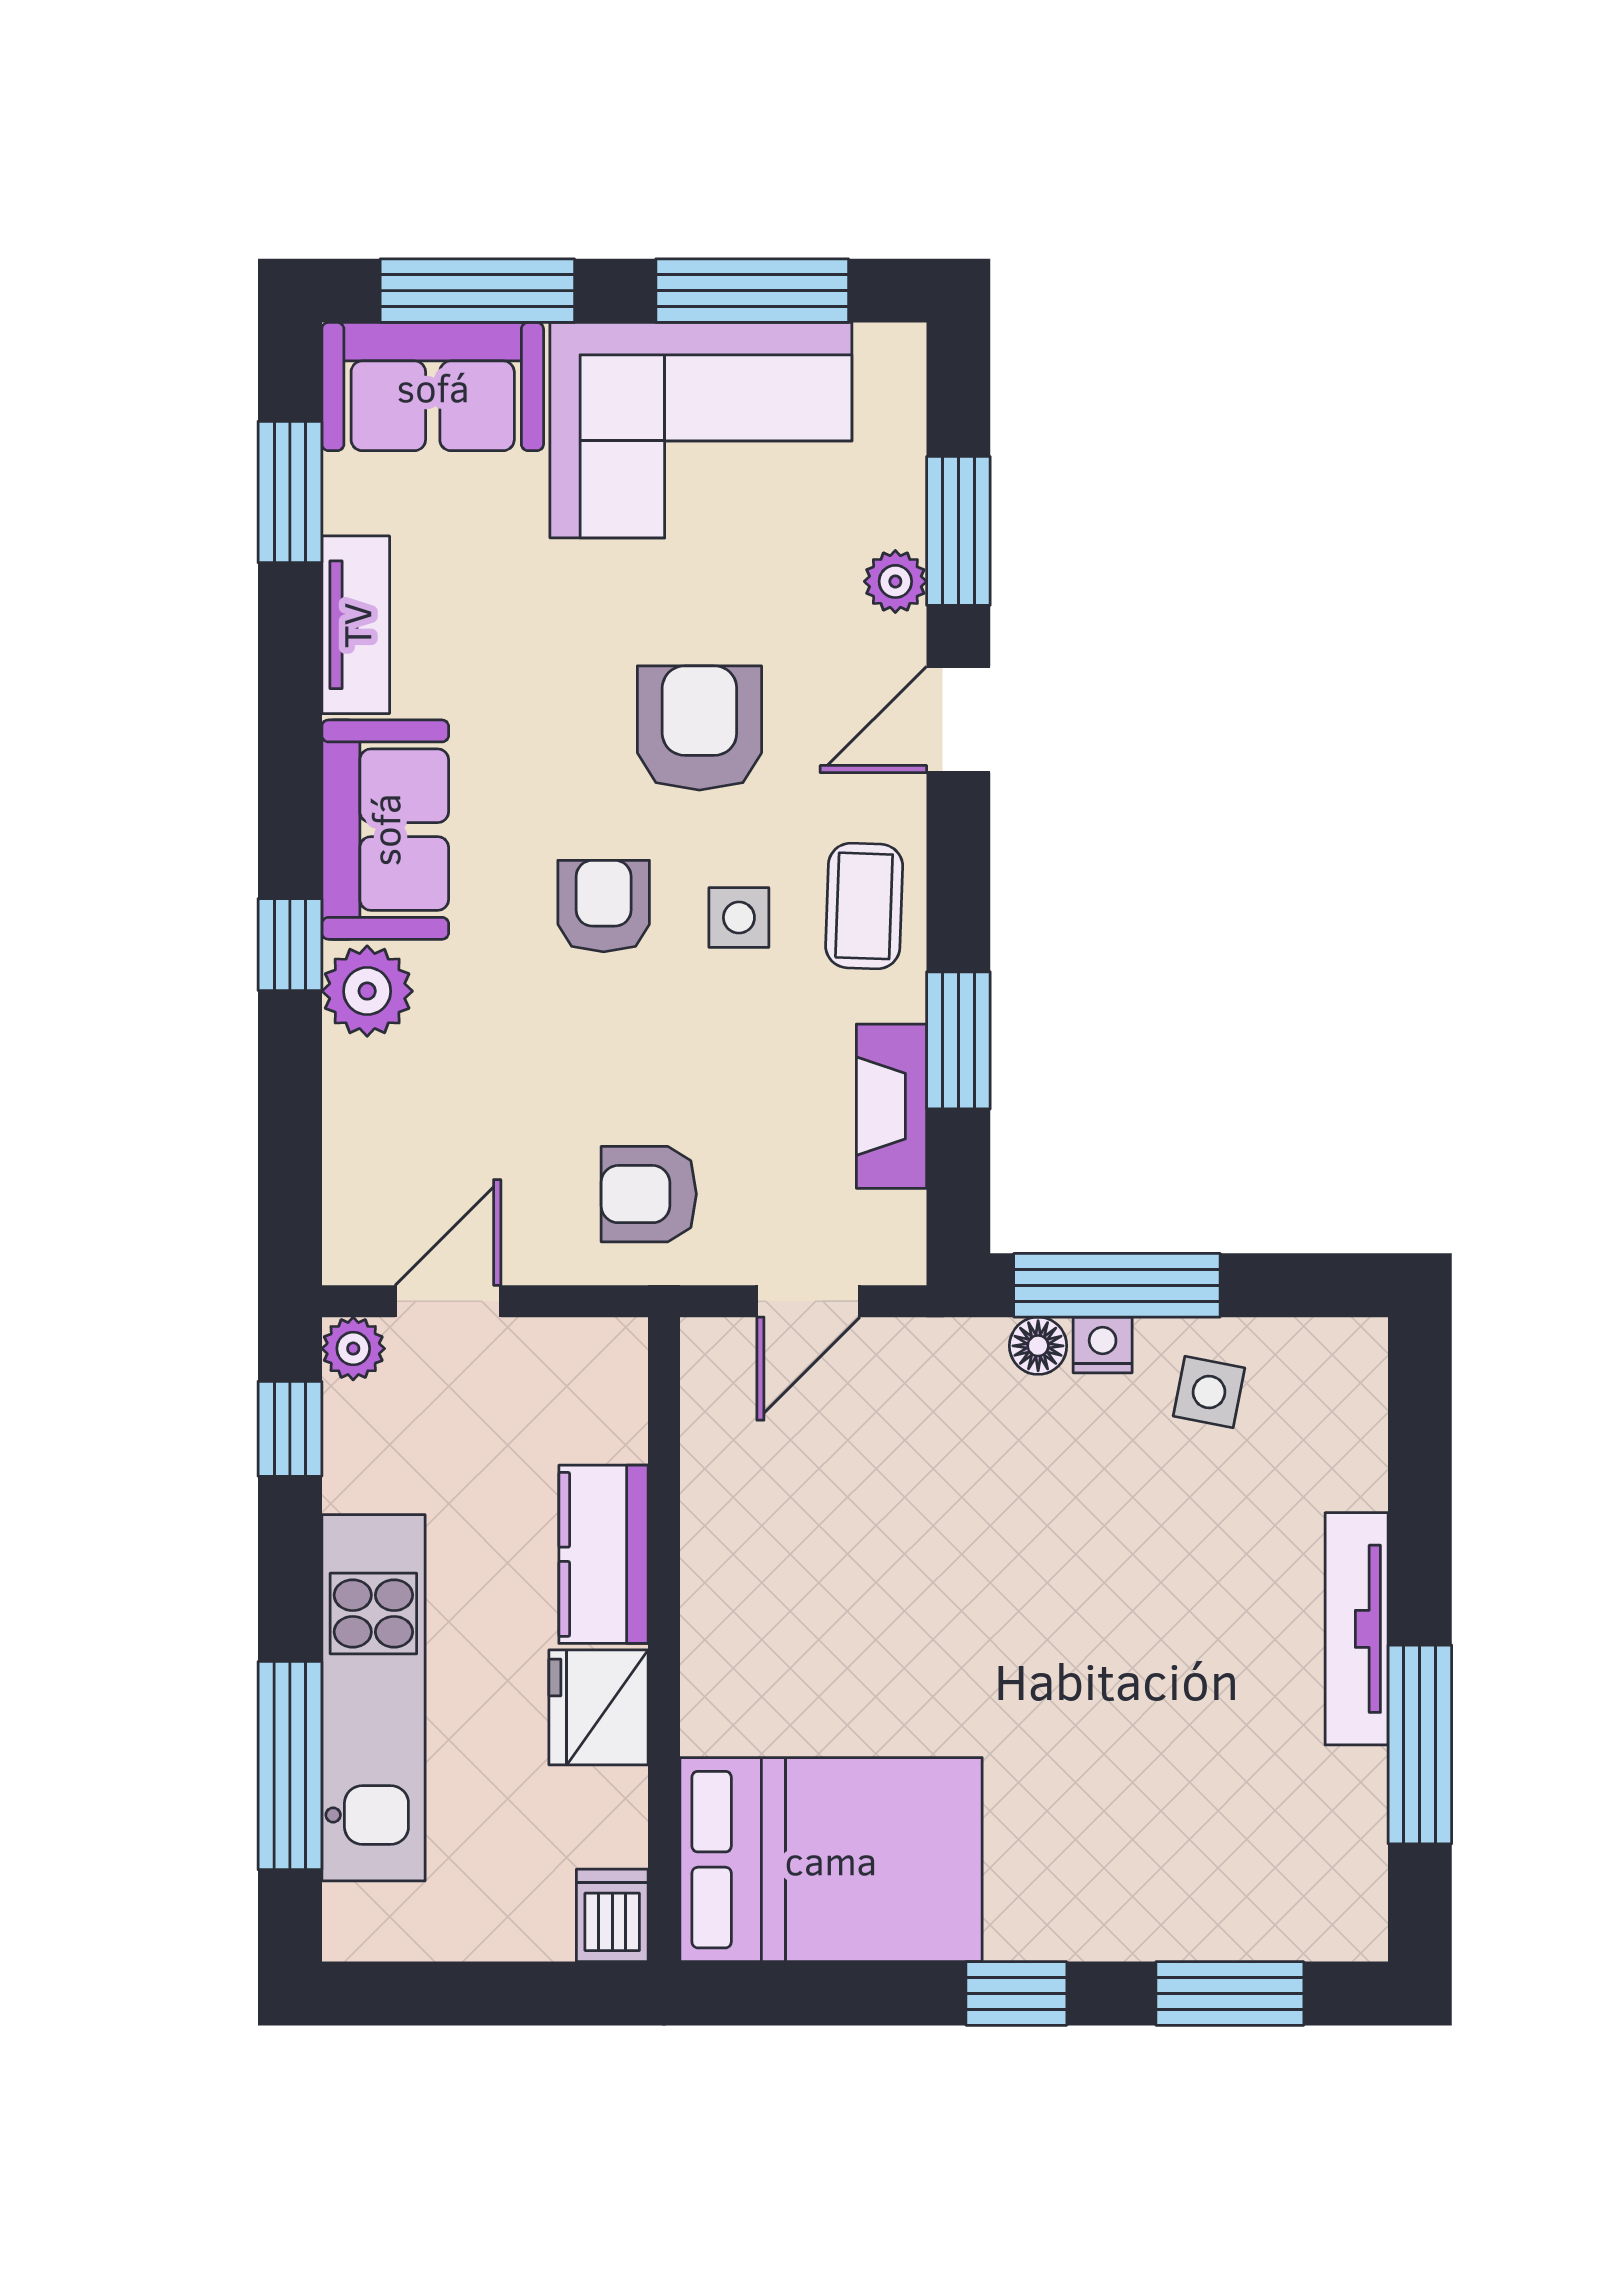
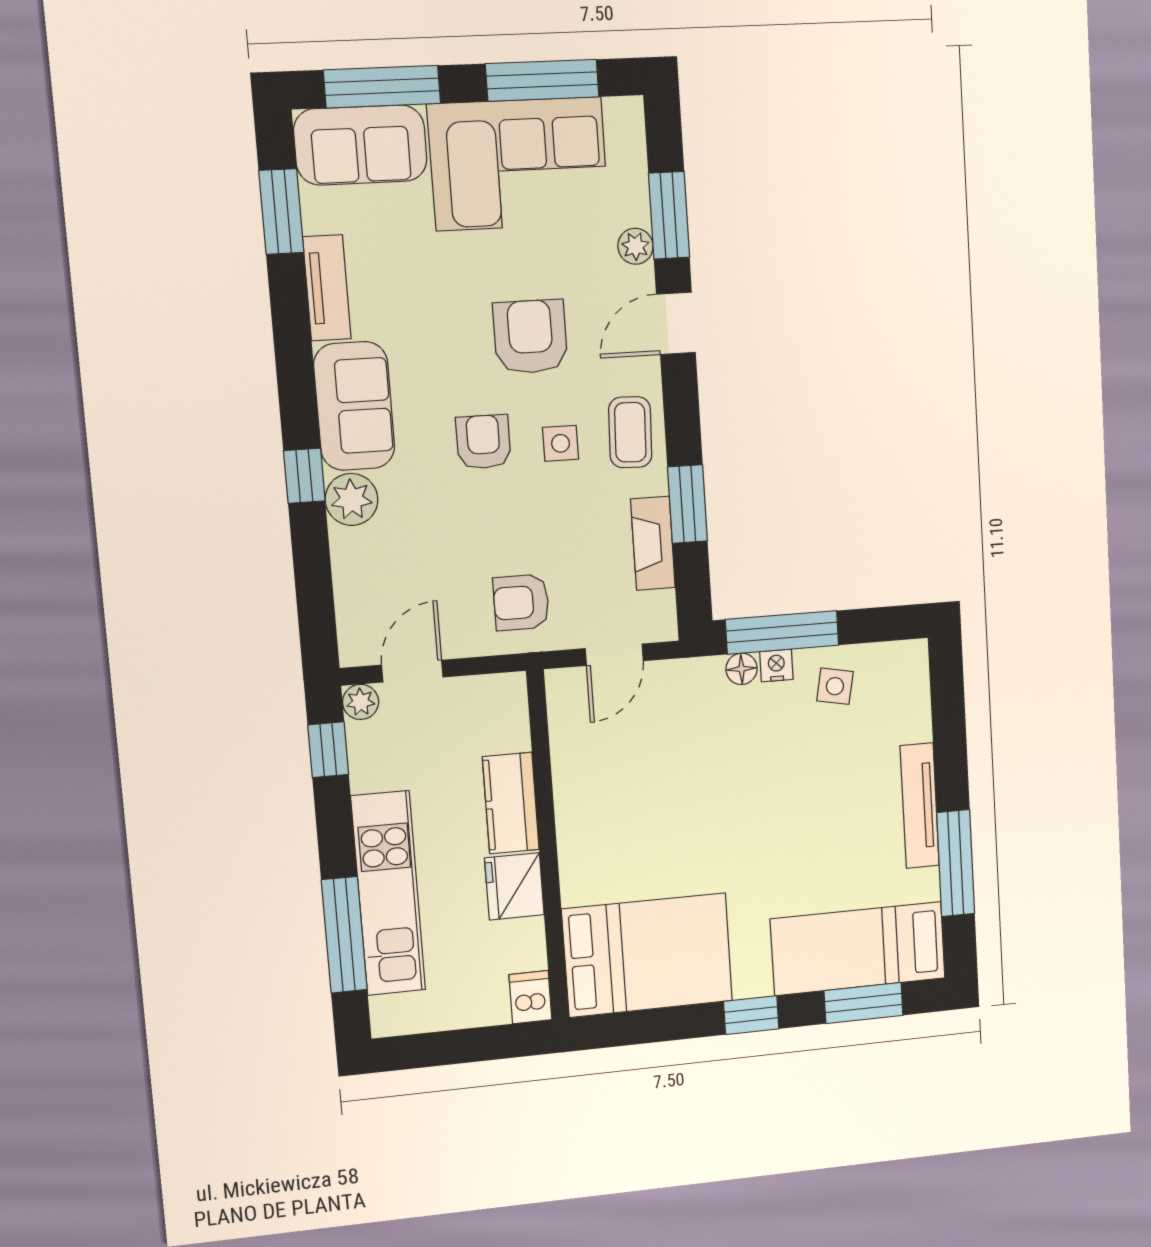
bed: (1225, 1888) -> (858, 949), added

